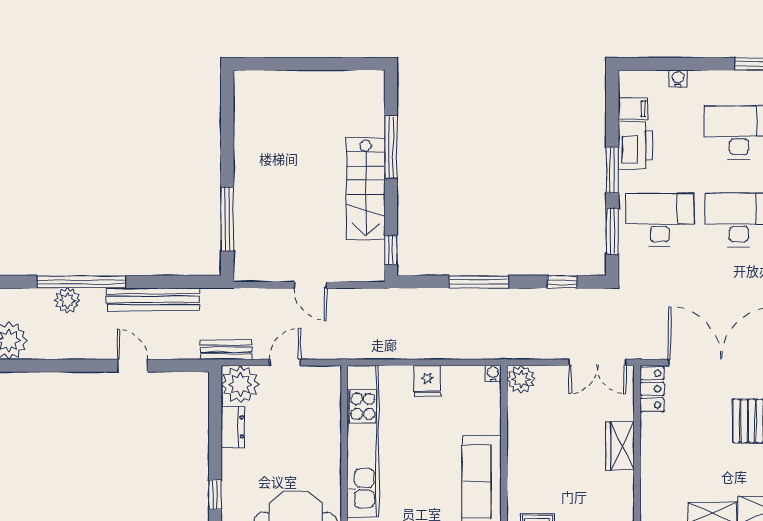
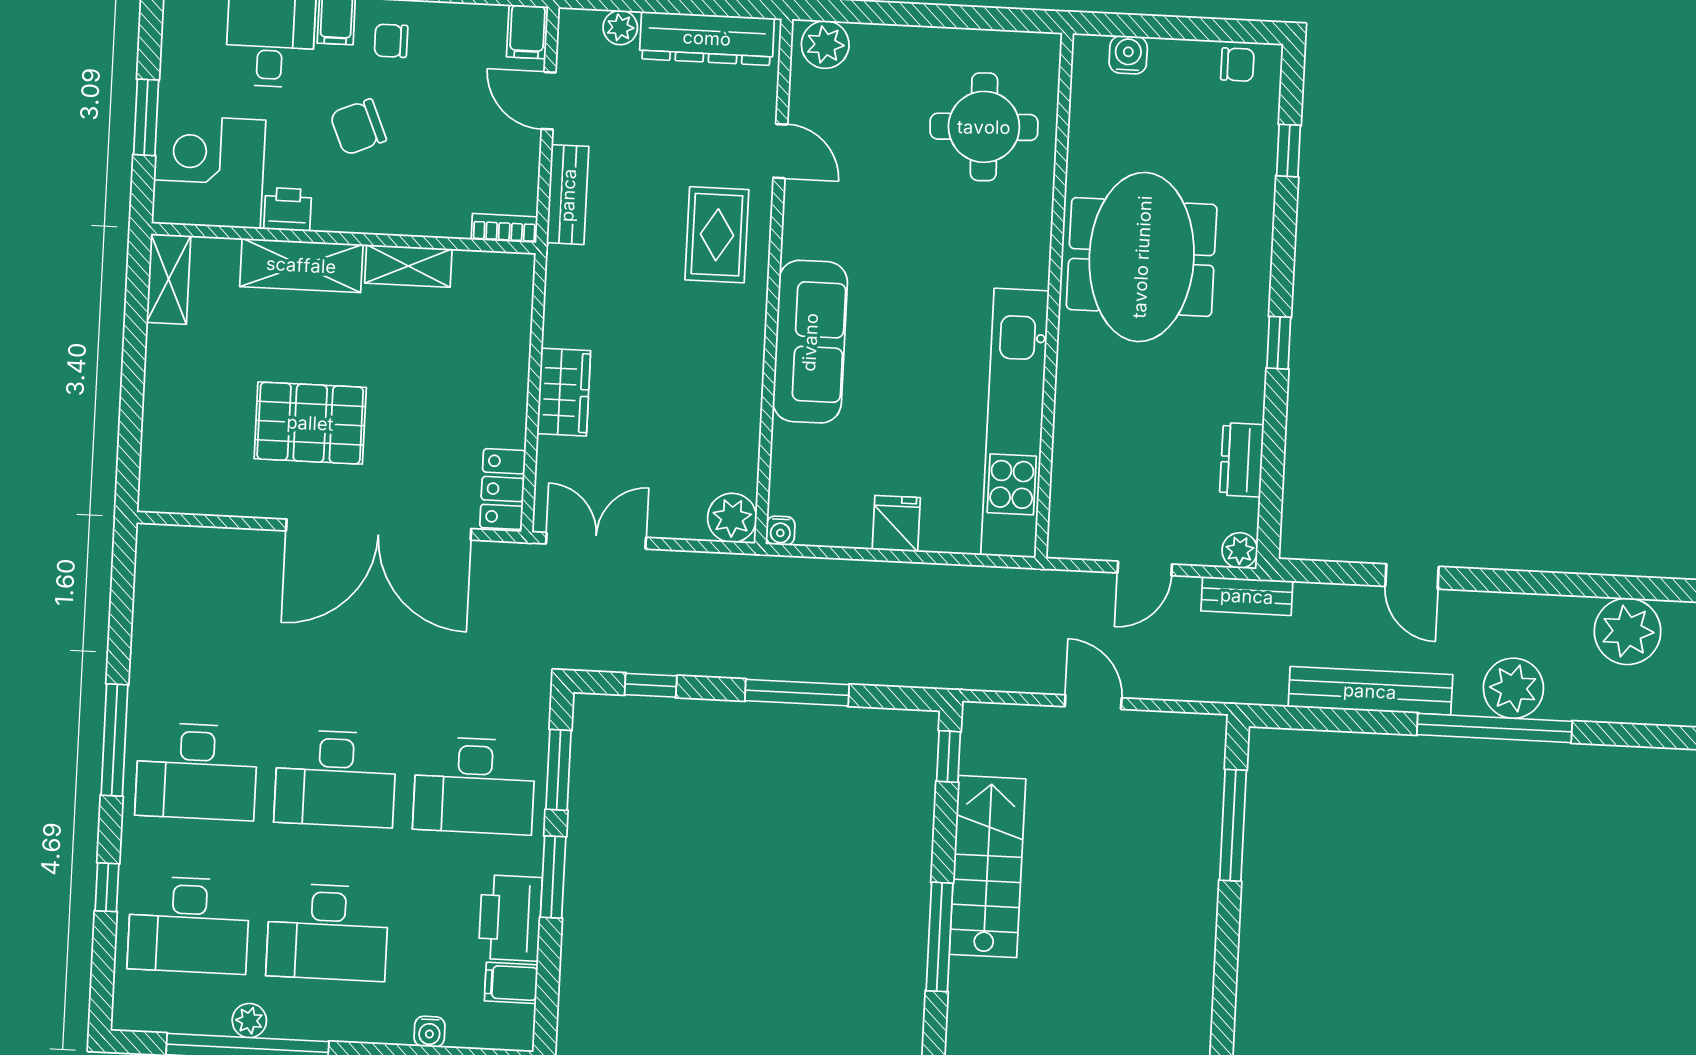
plant: (67, 300) -> (1513, 688), width x1.36, depth x1.36
plant: (240, 384) -> (1240, 550), width x0.53, depth x0.53

